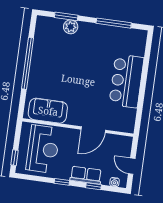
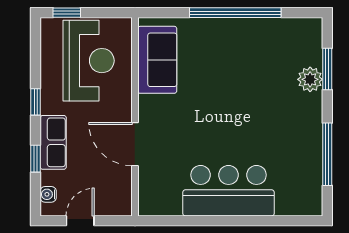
reception desk: (43, 149) -> (89, 61), turned -90

